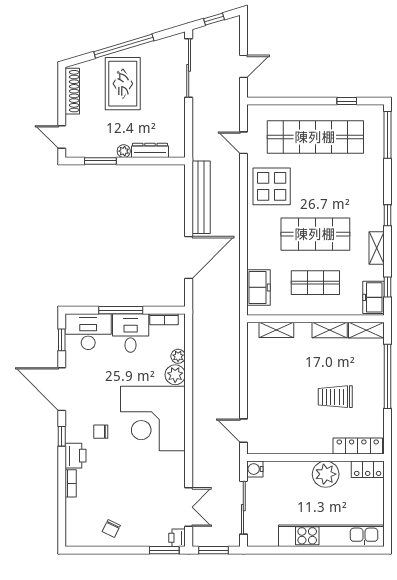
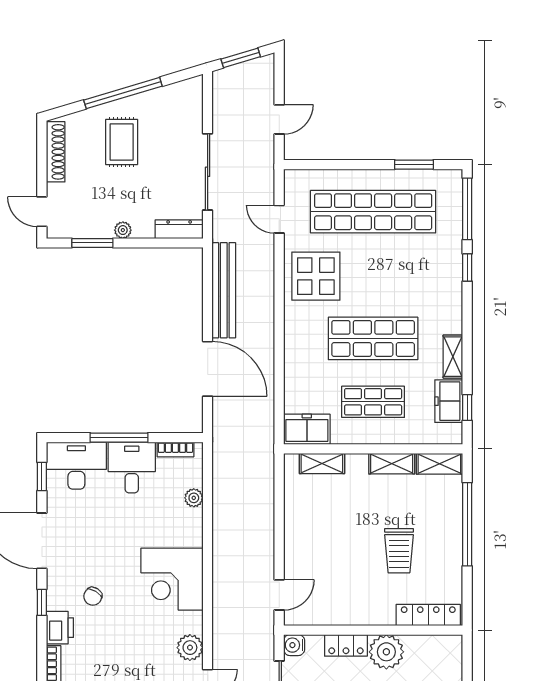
window: (214, 19) -> (241, 58), width x1.50
sliding door: (189, 68) -> (208, 172), moved
rug: (123, 84) -> (122, 142), width x0.73, depth x0.70
window: (347, 101) -> (414, 165), width x1.50
dresser: (150, 150) -> (179, 229), moved
window: (387, 215) -> (467, 268), moved
door: (189, 257) -> (208, 369), hinge flipped
freezer: (258, 287) -> (307, 429), moved, turned -90
freezer: (373, 297) -> (449, 401), moved
plant: (175, 375) -> (190, 648), moved
trolley: (335, 397) -> (399, 551), turned -90
corner desk: (153, 418) -> (172, 579), width x0.74, depth x0.74
door: (243, 431) -> (279, 595), swing flipped
chair: (101, 432) -> (93, 596), turned -58
locker: (368, 469) -> (346, 645), moved

